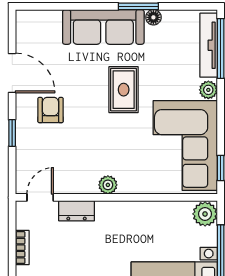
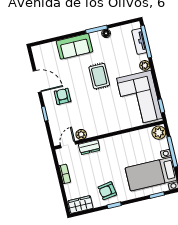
sofa: (103, 27) -> (75, 46), width x0.73
tv unit: (209, 45) -> (139, 41), width x0.71
plant: (108, 185) -> (81, 134), moved

